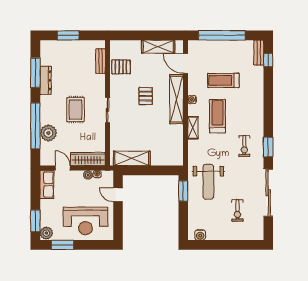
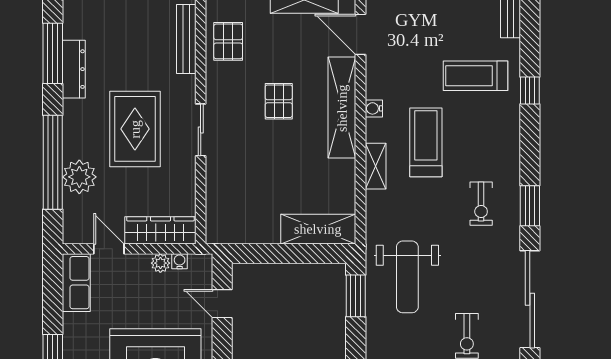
window: (268, 60) -> (530, 90), moved
bench: (100, 61) -> (186, 39), width x1.36
pallet: (121, 67) -> (228, 41), turned 90
treadmill: (223, 80) -> (475, 76), moved
rug: (76, 110) -> (135, 129), width x1.36, depth x1.43
shelving: (132, 158) -> (318, 229), moved

